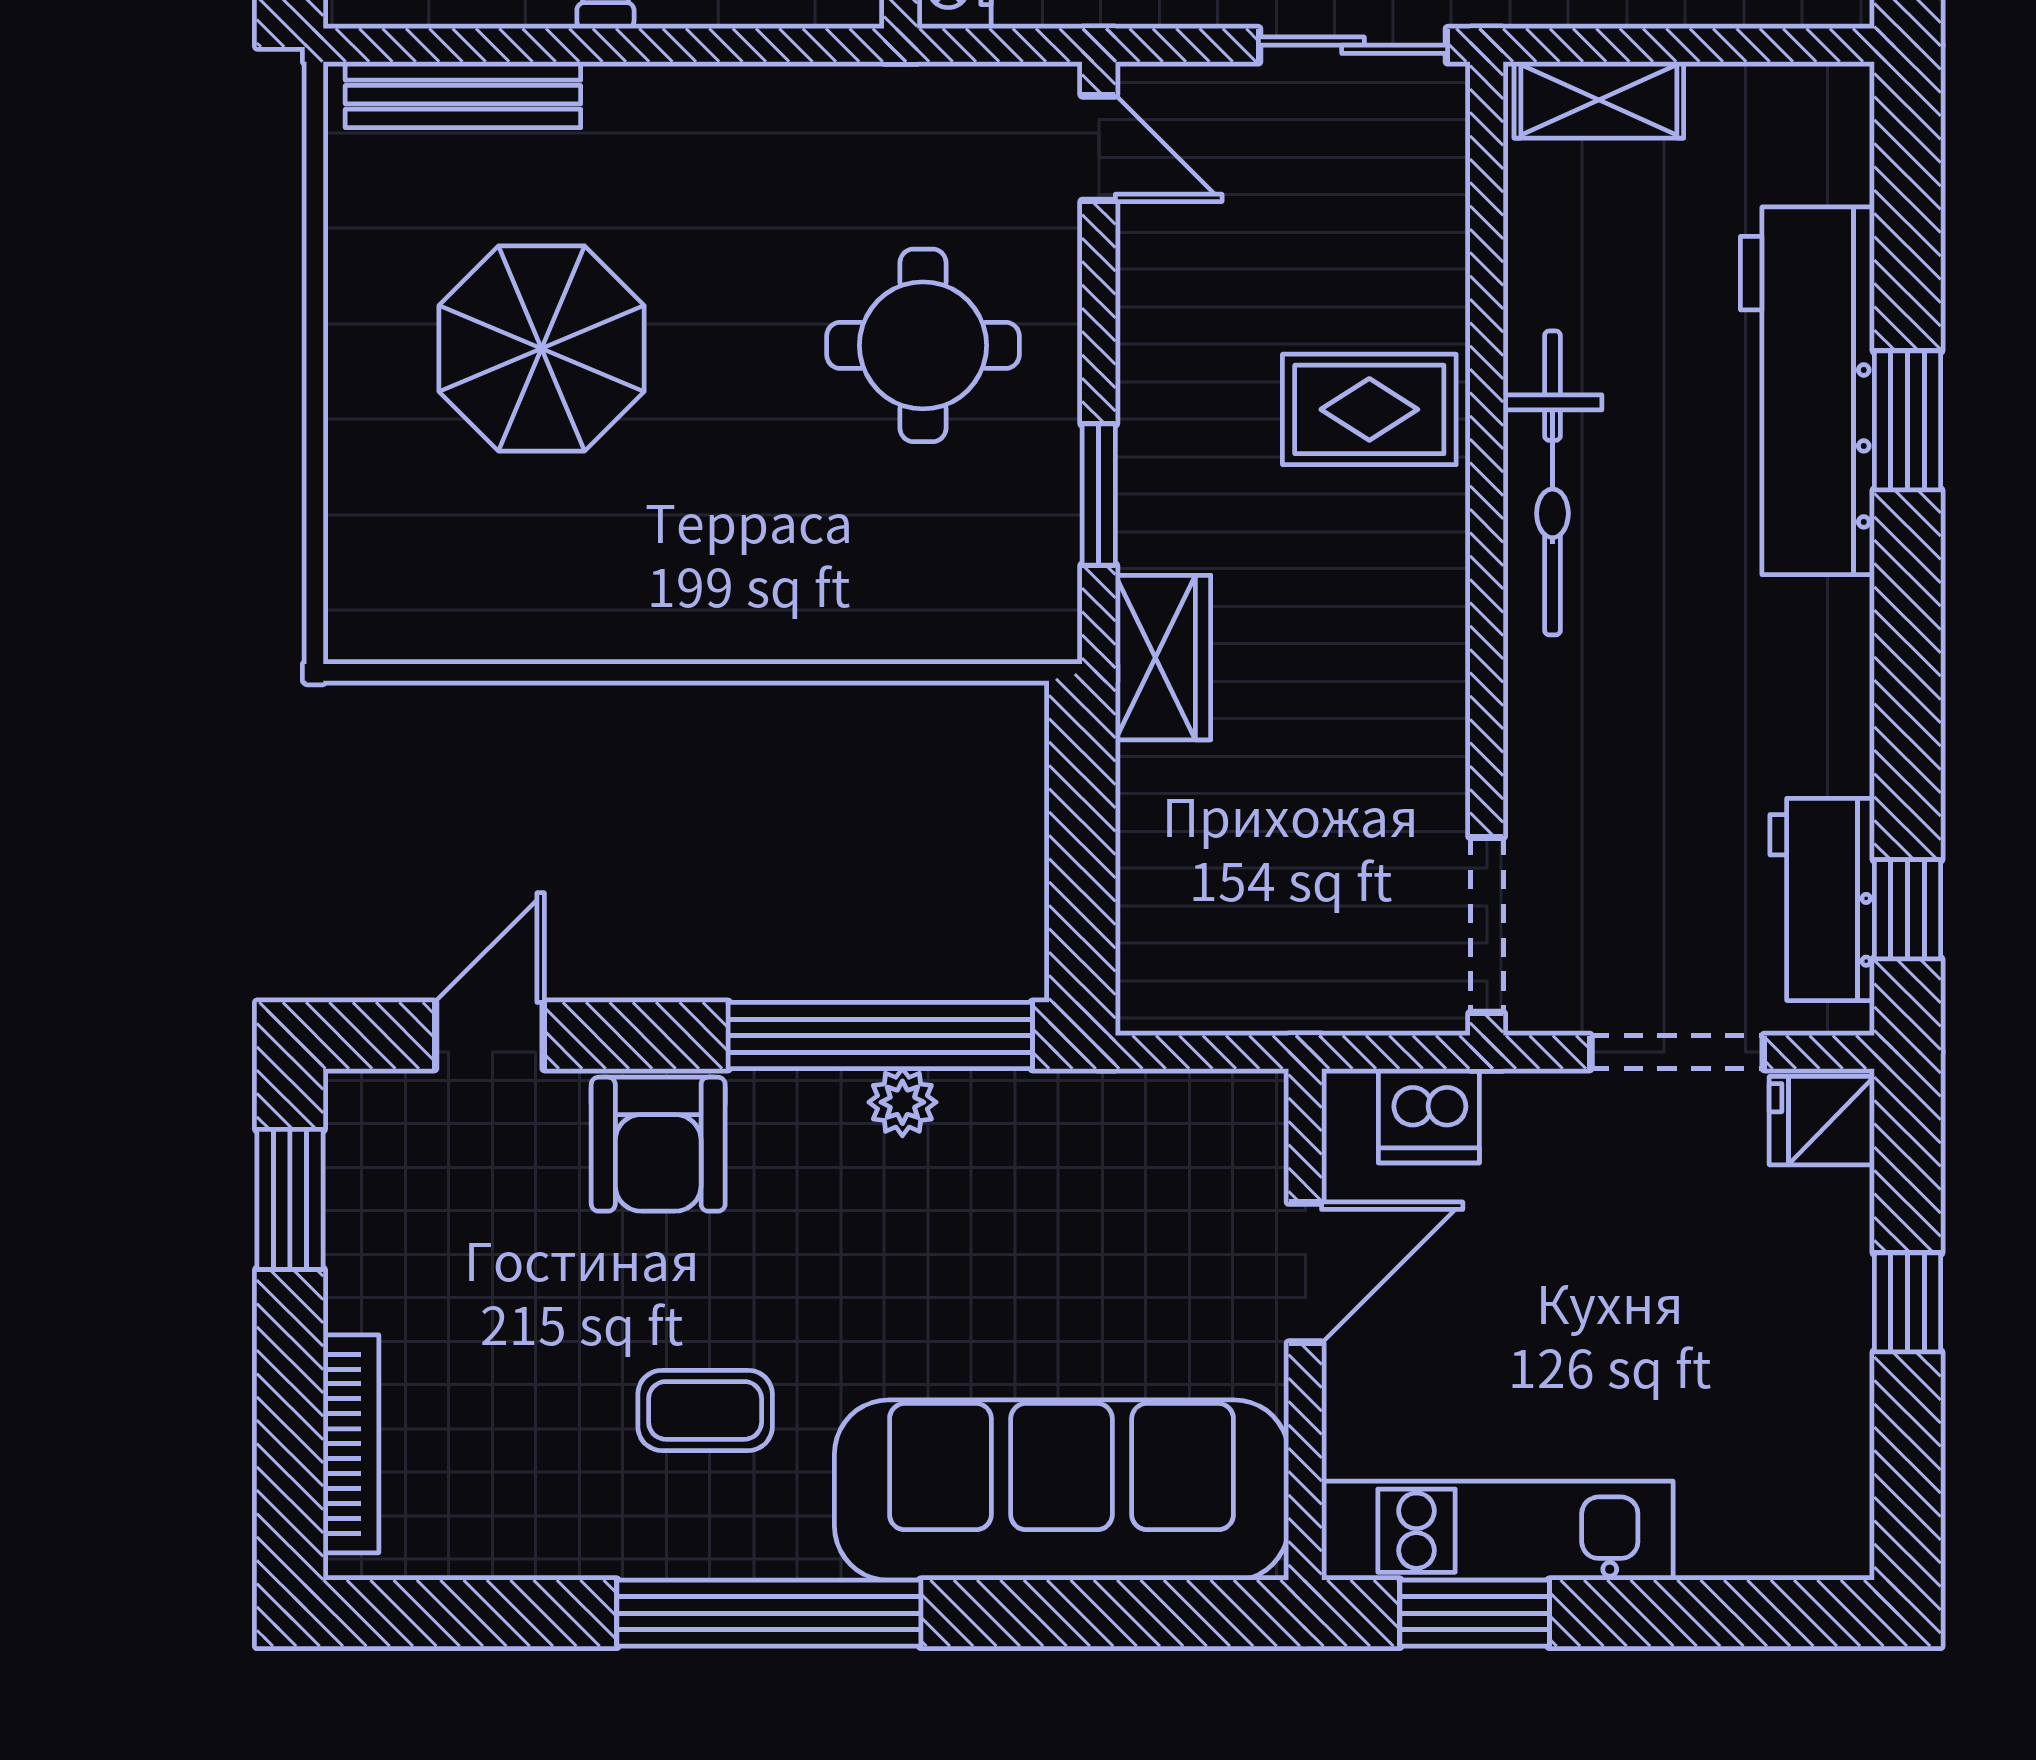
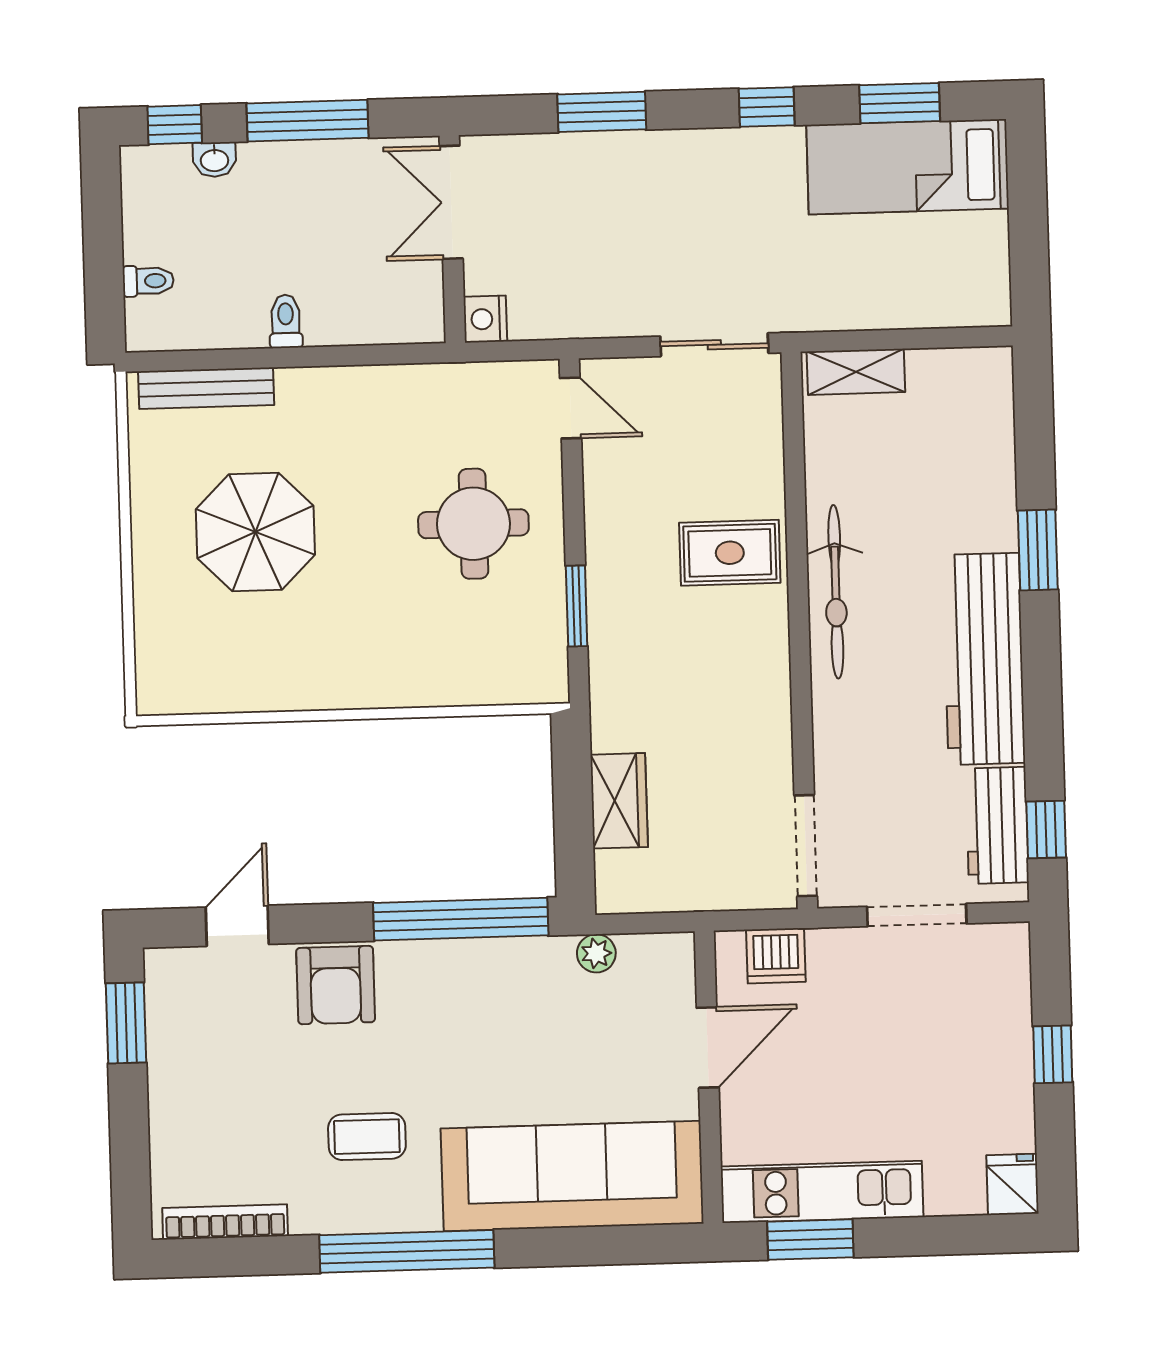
workbench: (1807, 391) -> (984, 659), moved
wardrobe: (1163, 658) -> (619, 801), moved
plant: (902, 1102) -> (596, 953), moved
fridge: (1822, 1121) -> (1012, 1184), moved, turned 90
bookcase: (351, 1444) -> (225, 1222), moved, turned -90

